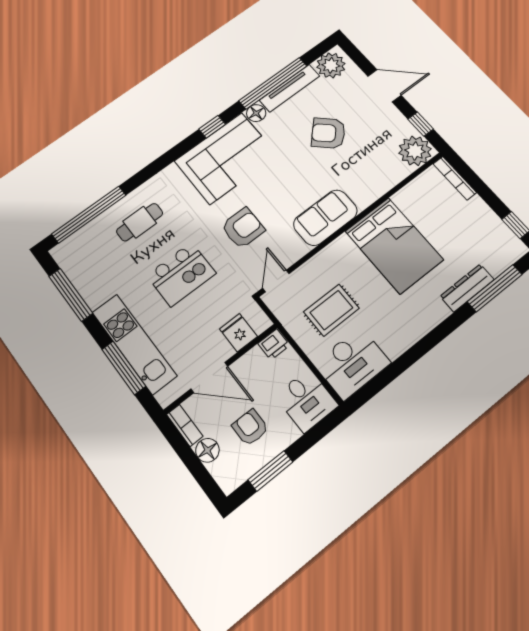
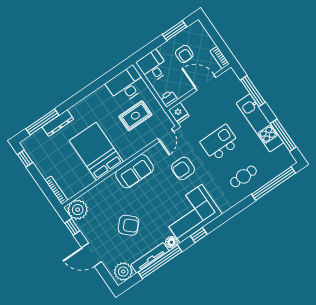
fridge: (238, 333) -> (179, 113), moved
kitchen unit: (134, 344) -> (260, 123), moved
floor lamp: (207, 450) -> (208, 44), removed

